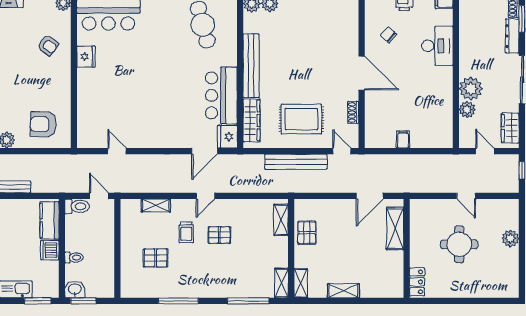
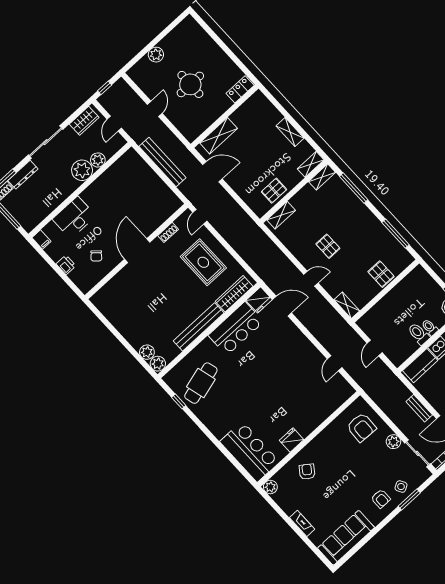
filing cabinet: (403, 139) -> (156, 184), removed
bench: (296, 162) -> (162, 162), moved
toilet: (77, 206) -> (419, 334), moved
trolley: (186, 232) -> (346, 269), removed
wall: (117, 248) -> (385, 291), moved

